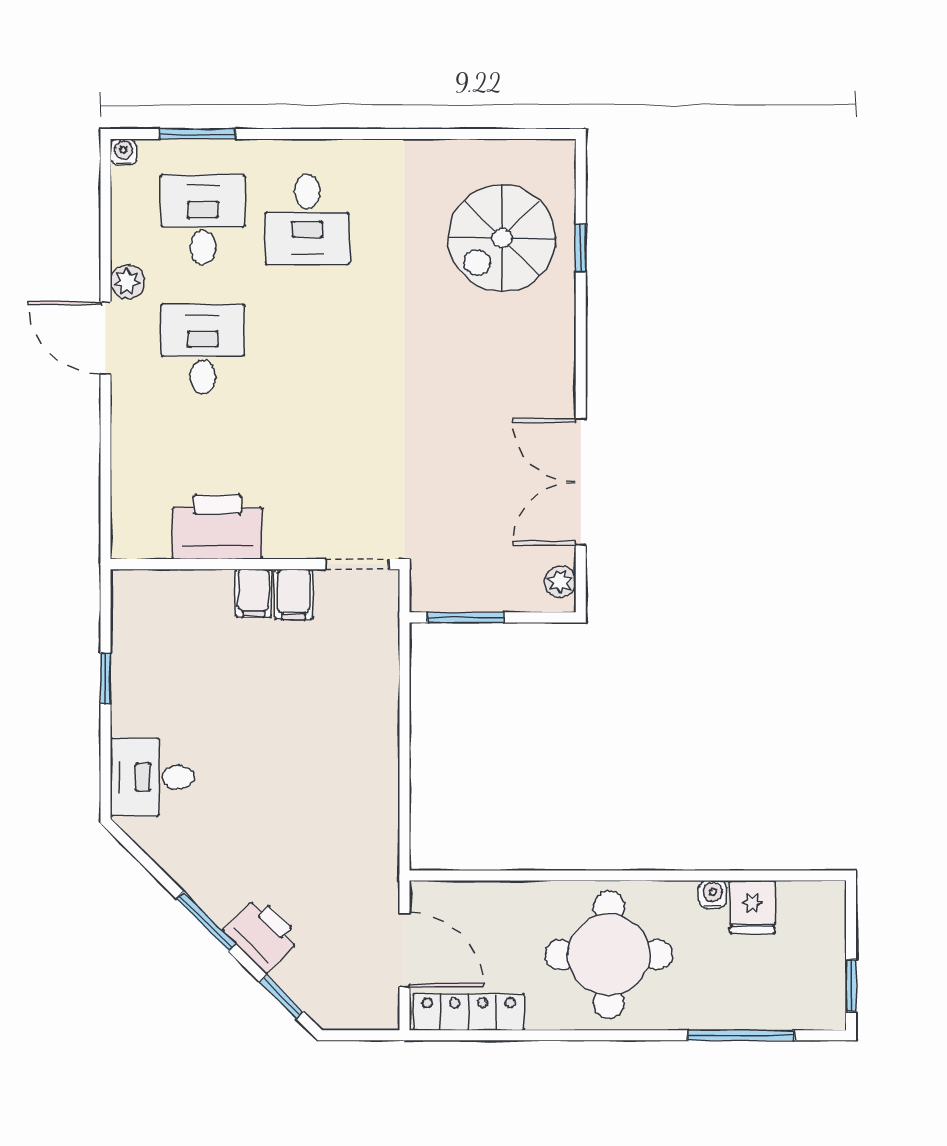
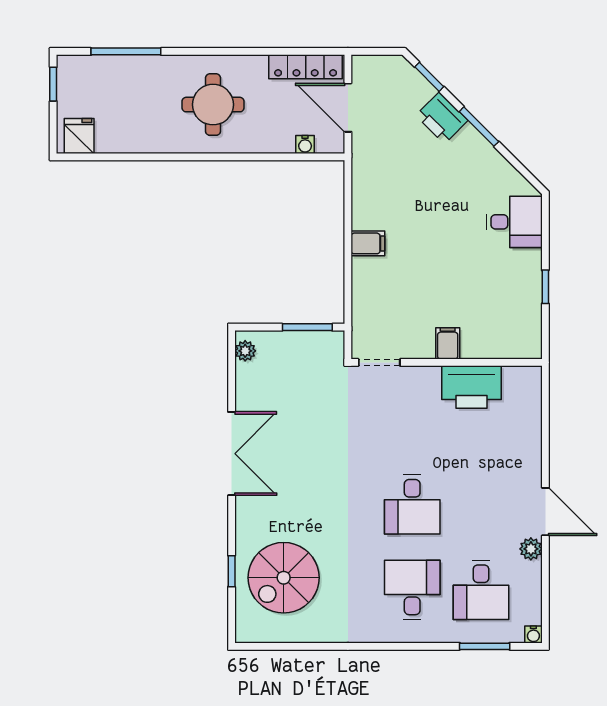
spiral stairs: (502, 238) -> (284, 578), turned 180
desk: (203, 349) -> (412, 504), moved
double door: (581, 482) -> (232, 454), moved
filing cabinet: (294, 594) -> (368, 243), moved, turned 90
water cooler: (713, 894) -> (305, 144), moved
fridge: (752, 907) -> (79, 136), moved
round table: (609, 955) -> (213, 105), width x0.73, depth x0.73

